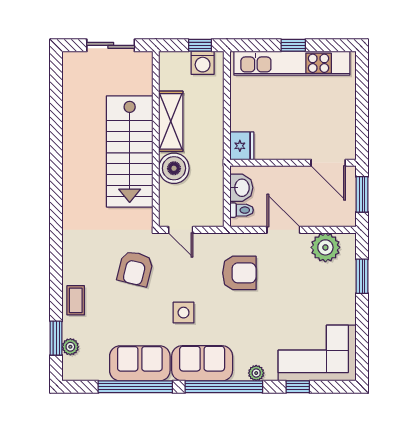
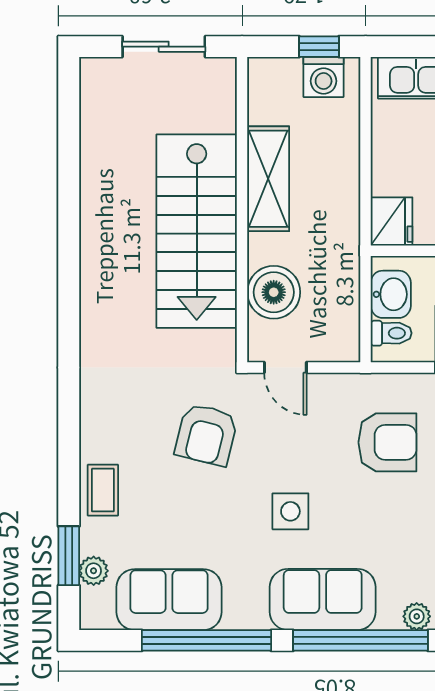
boiler: (174, 168) -> (274, 292), moved
sofa: (140, 363) -> (169, 600), moved

